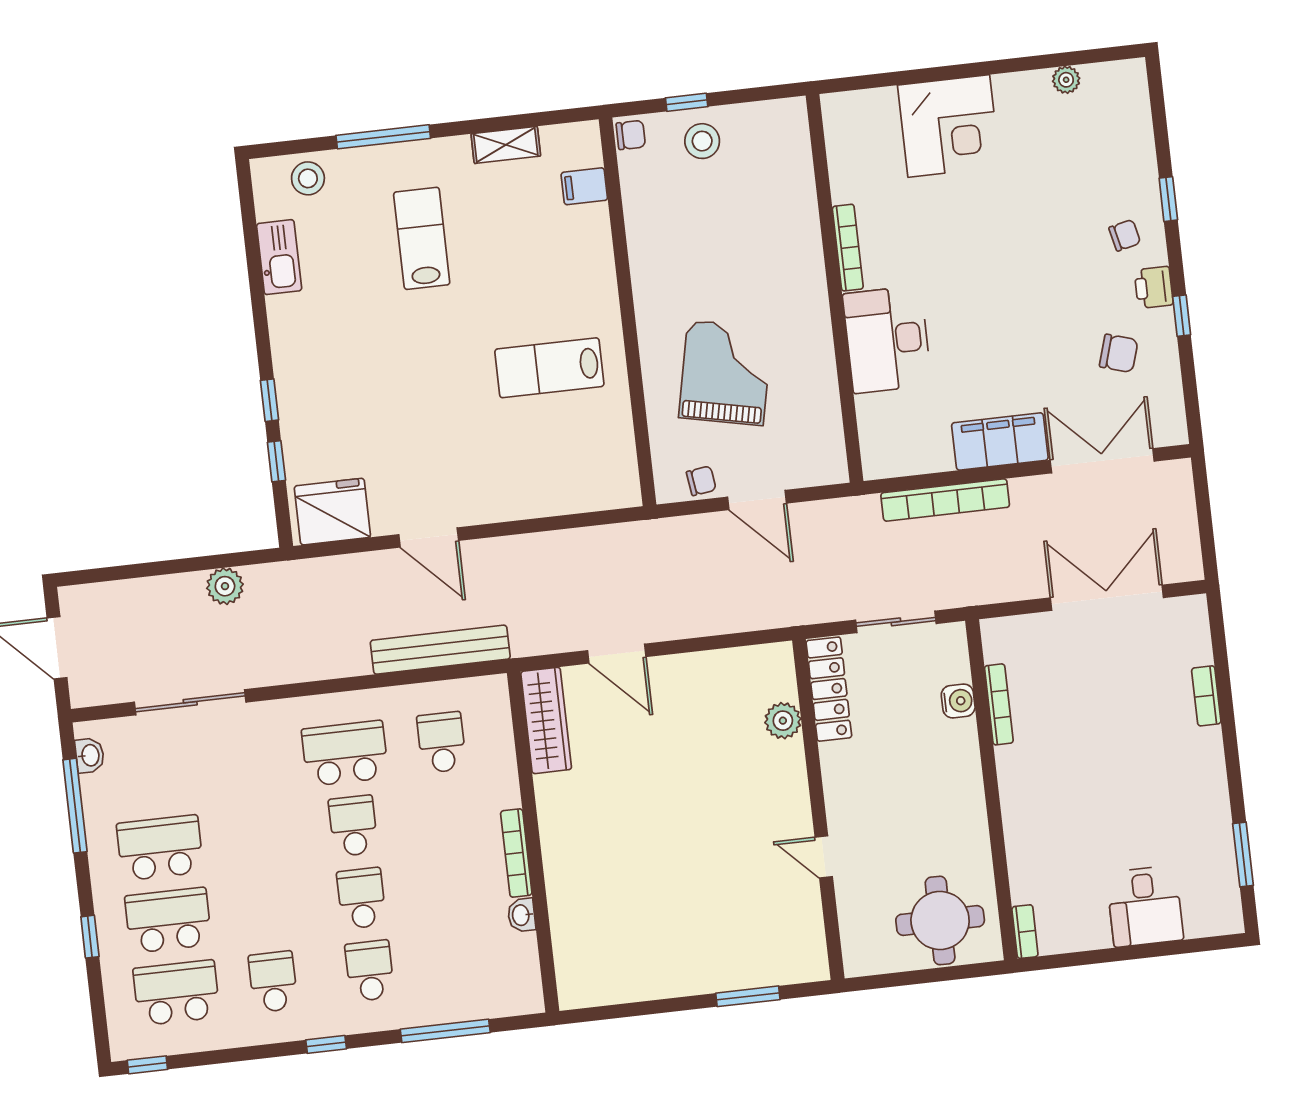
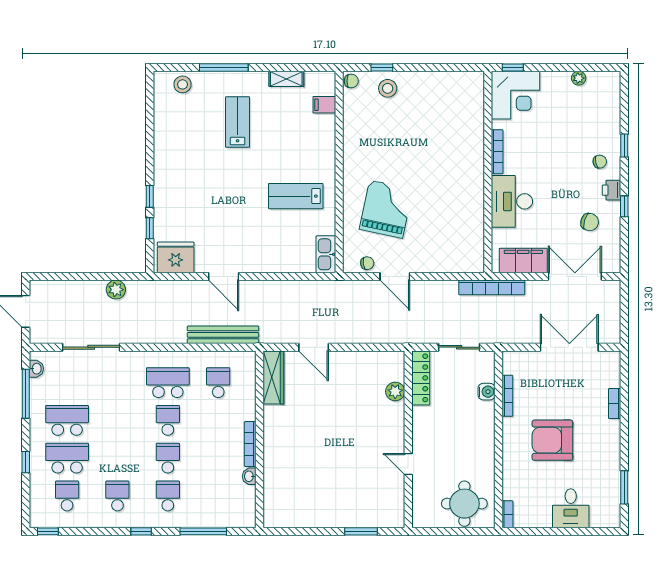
window: (938, 74) -> (513, 67), added
bookcase: (848, 248) -> (497, 152), moved
kitchen sink: (279, 257) -> (326, 254), moved, turned 180
wall: (835, 288) -> (488, 172), moved
desk: (887, 340) -> (512, 201), moved
armchair: (1095, 780) -> (552, 440), added
school desk: (176, 993) -> (67, 496), width x0.54

